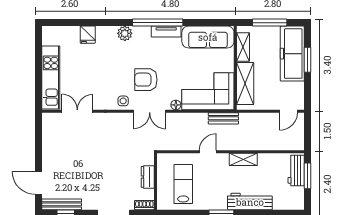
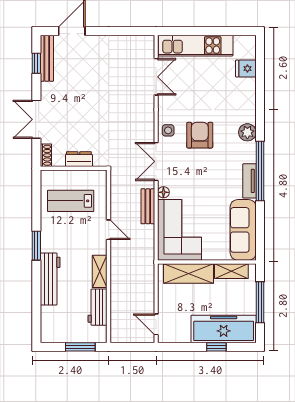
fridge: (88, 35) -> (246, 69), moved
window: (308, 60) -> (216, 347), width x0.67
armchair: (146, 80) -> (200, 135), moved
bench: (223, 118) -> (148, 206), moved
workbench: (296, 170) -> (98, 307), moved, turned -90
lab bench: (183, 184) -> (71, 201), turned 180

